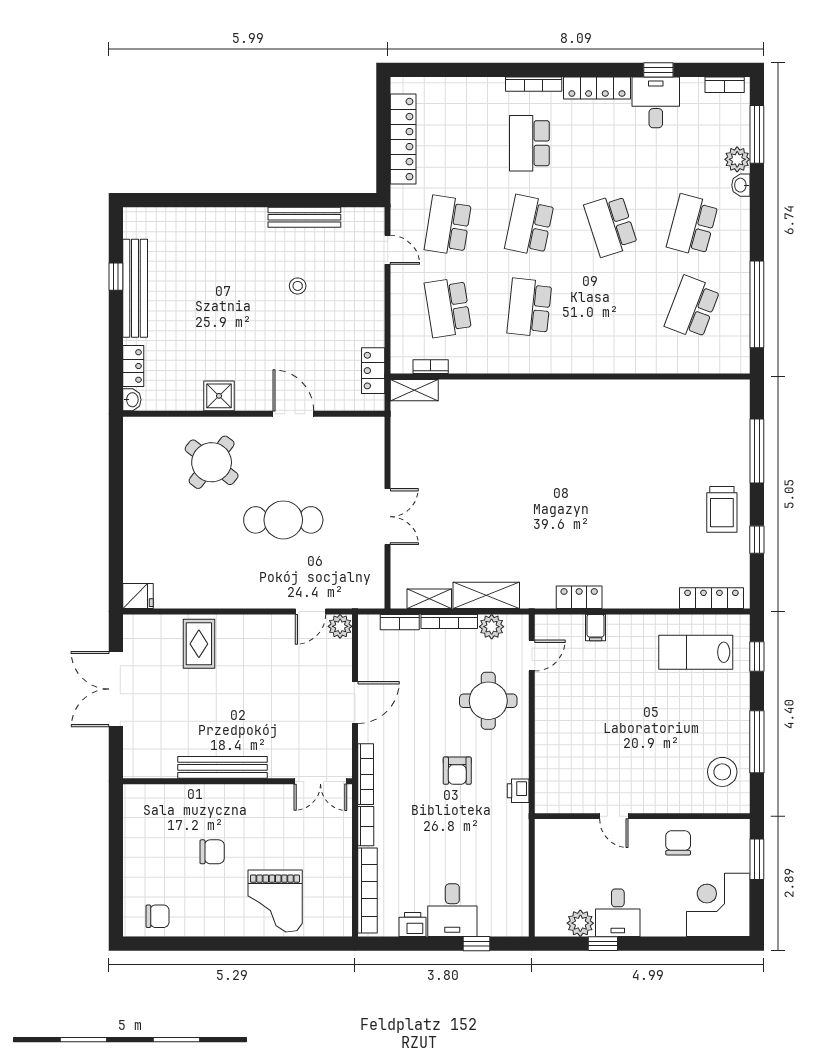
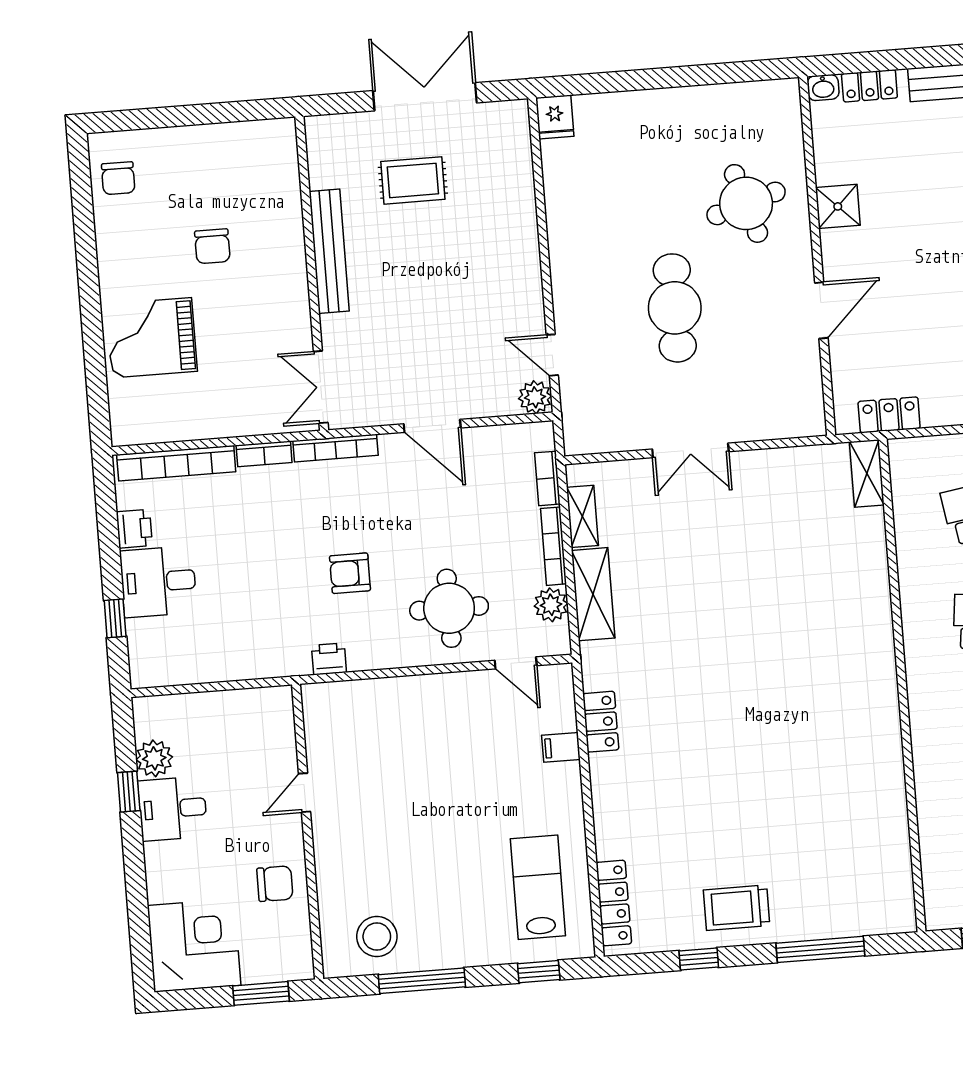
bookcase: (431, 367) -> (901, 493), removed
round table: (212, 462) -> (746, 203), turned 35
rug: (199, 644) -> (413, 180), moved

